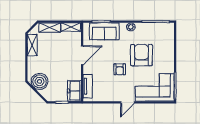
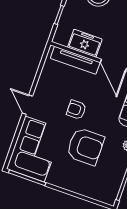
tv unit: (88, 86) -> (75, 60), width x1.41
freezer: (74, 91) -> (85, 43), moved

